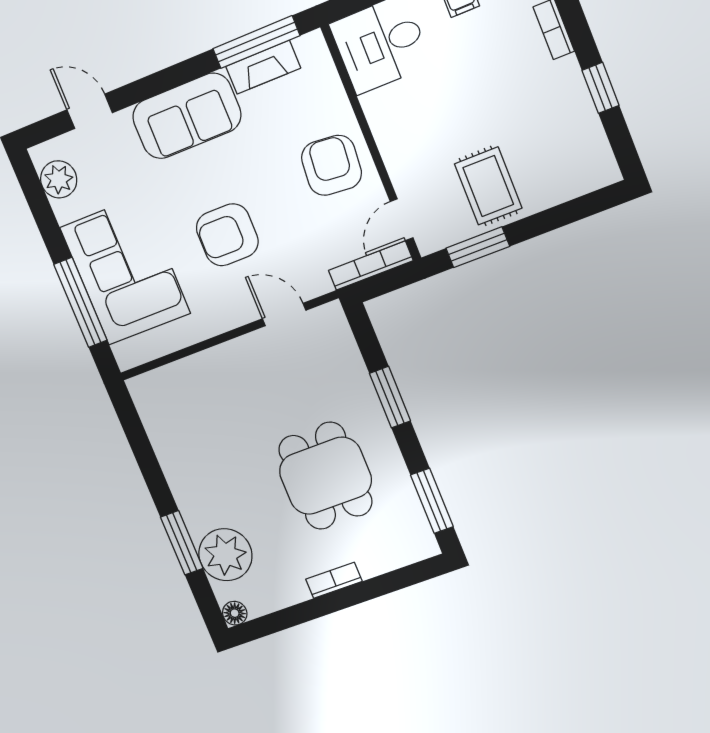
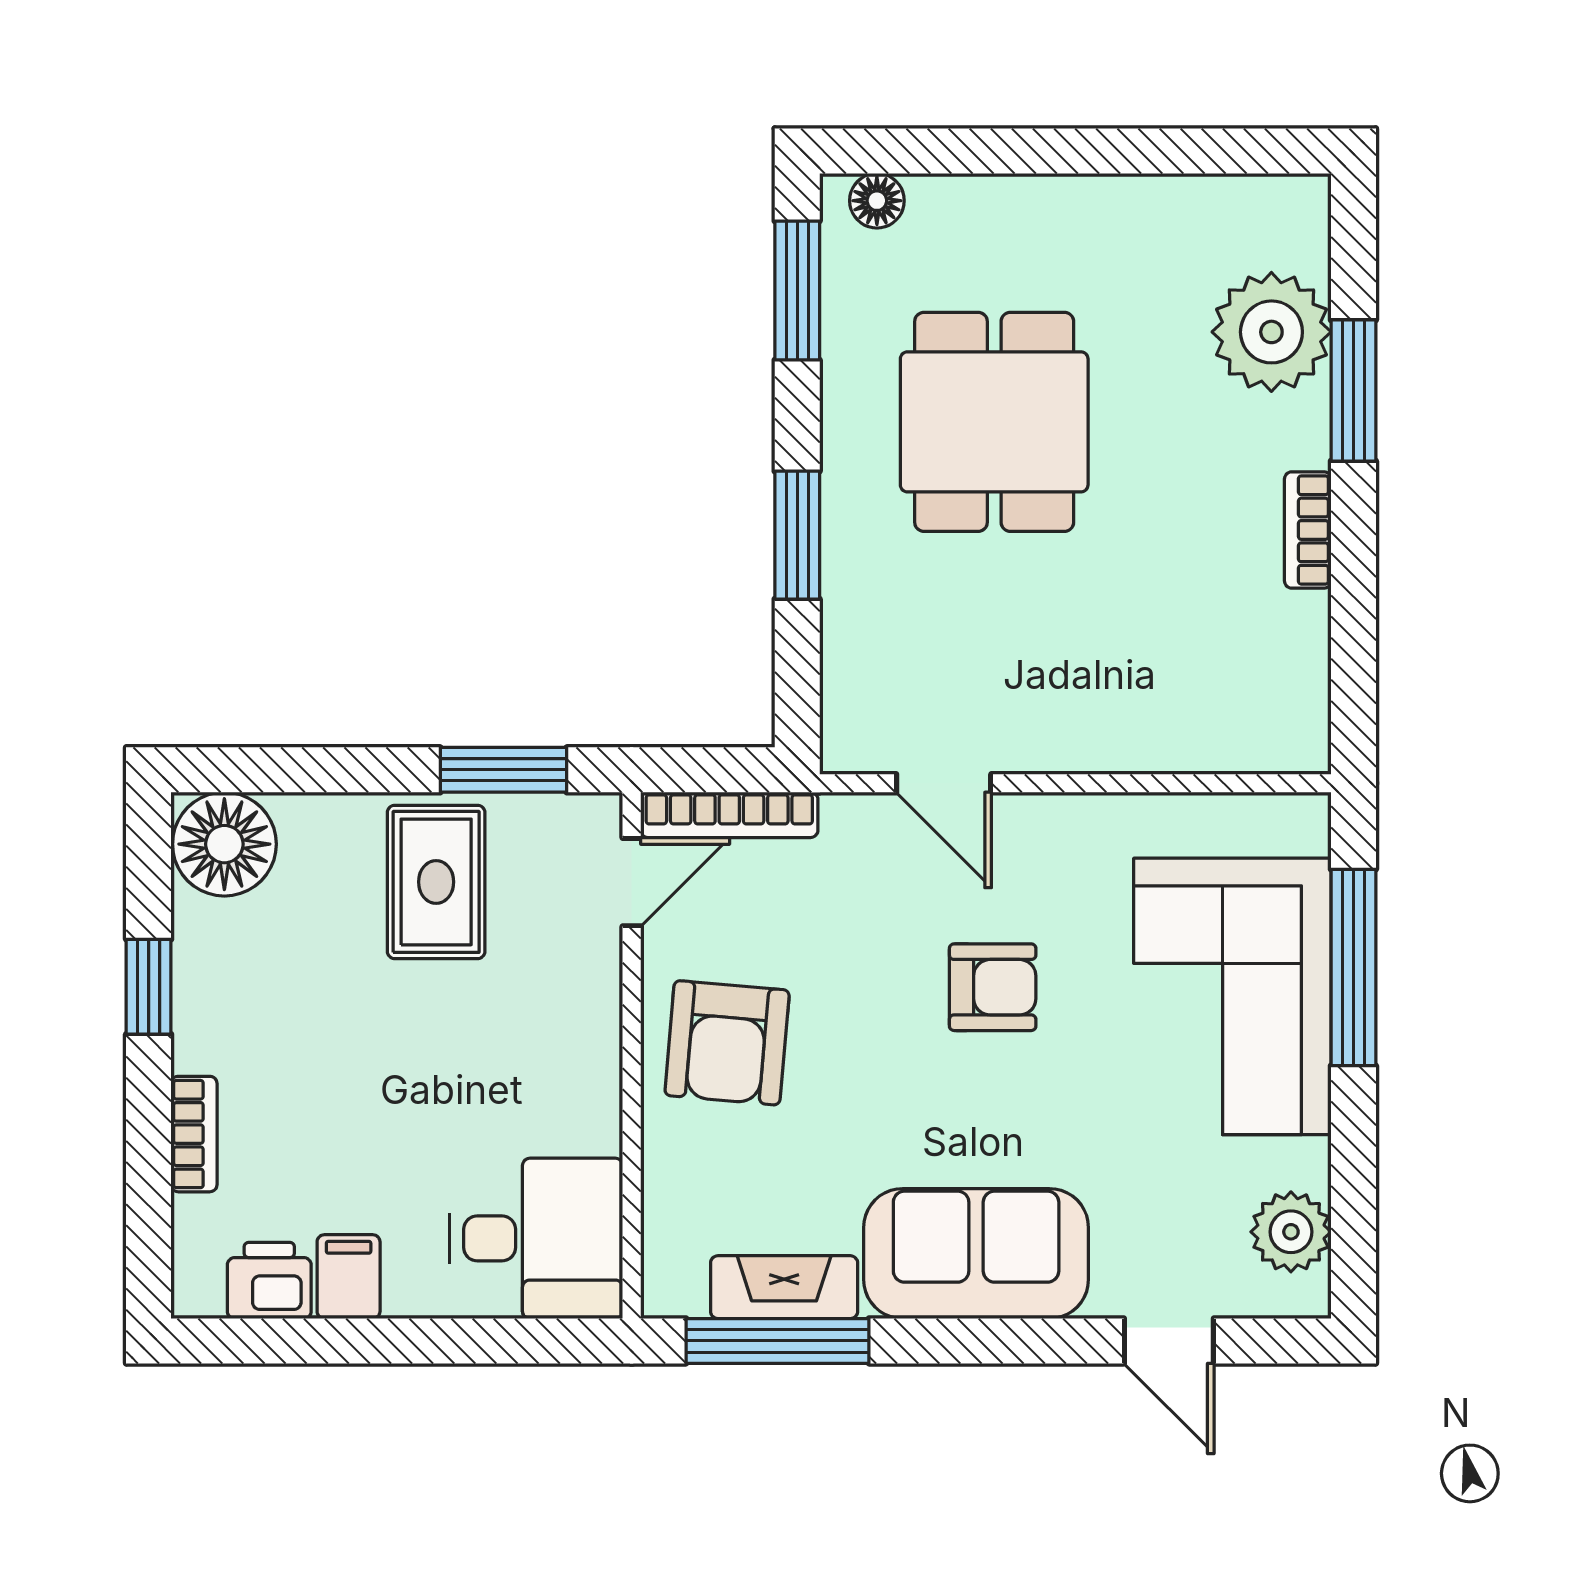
floor lamp: (591, 166) -> (224, 844), added
armchair: (227, 235) -> (993, 987), width x0.72, depth x0.72
bookcase: (334, 580) -> (1308, 530), moved, turned 90
floor lamp: (235, 613) -> (877, 201), moved

